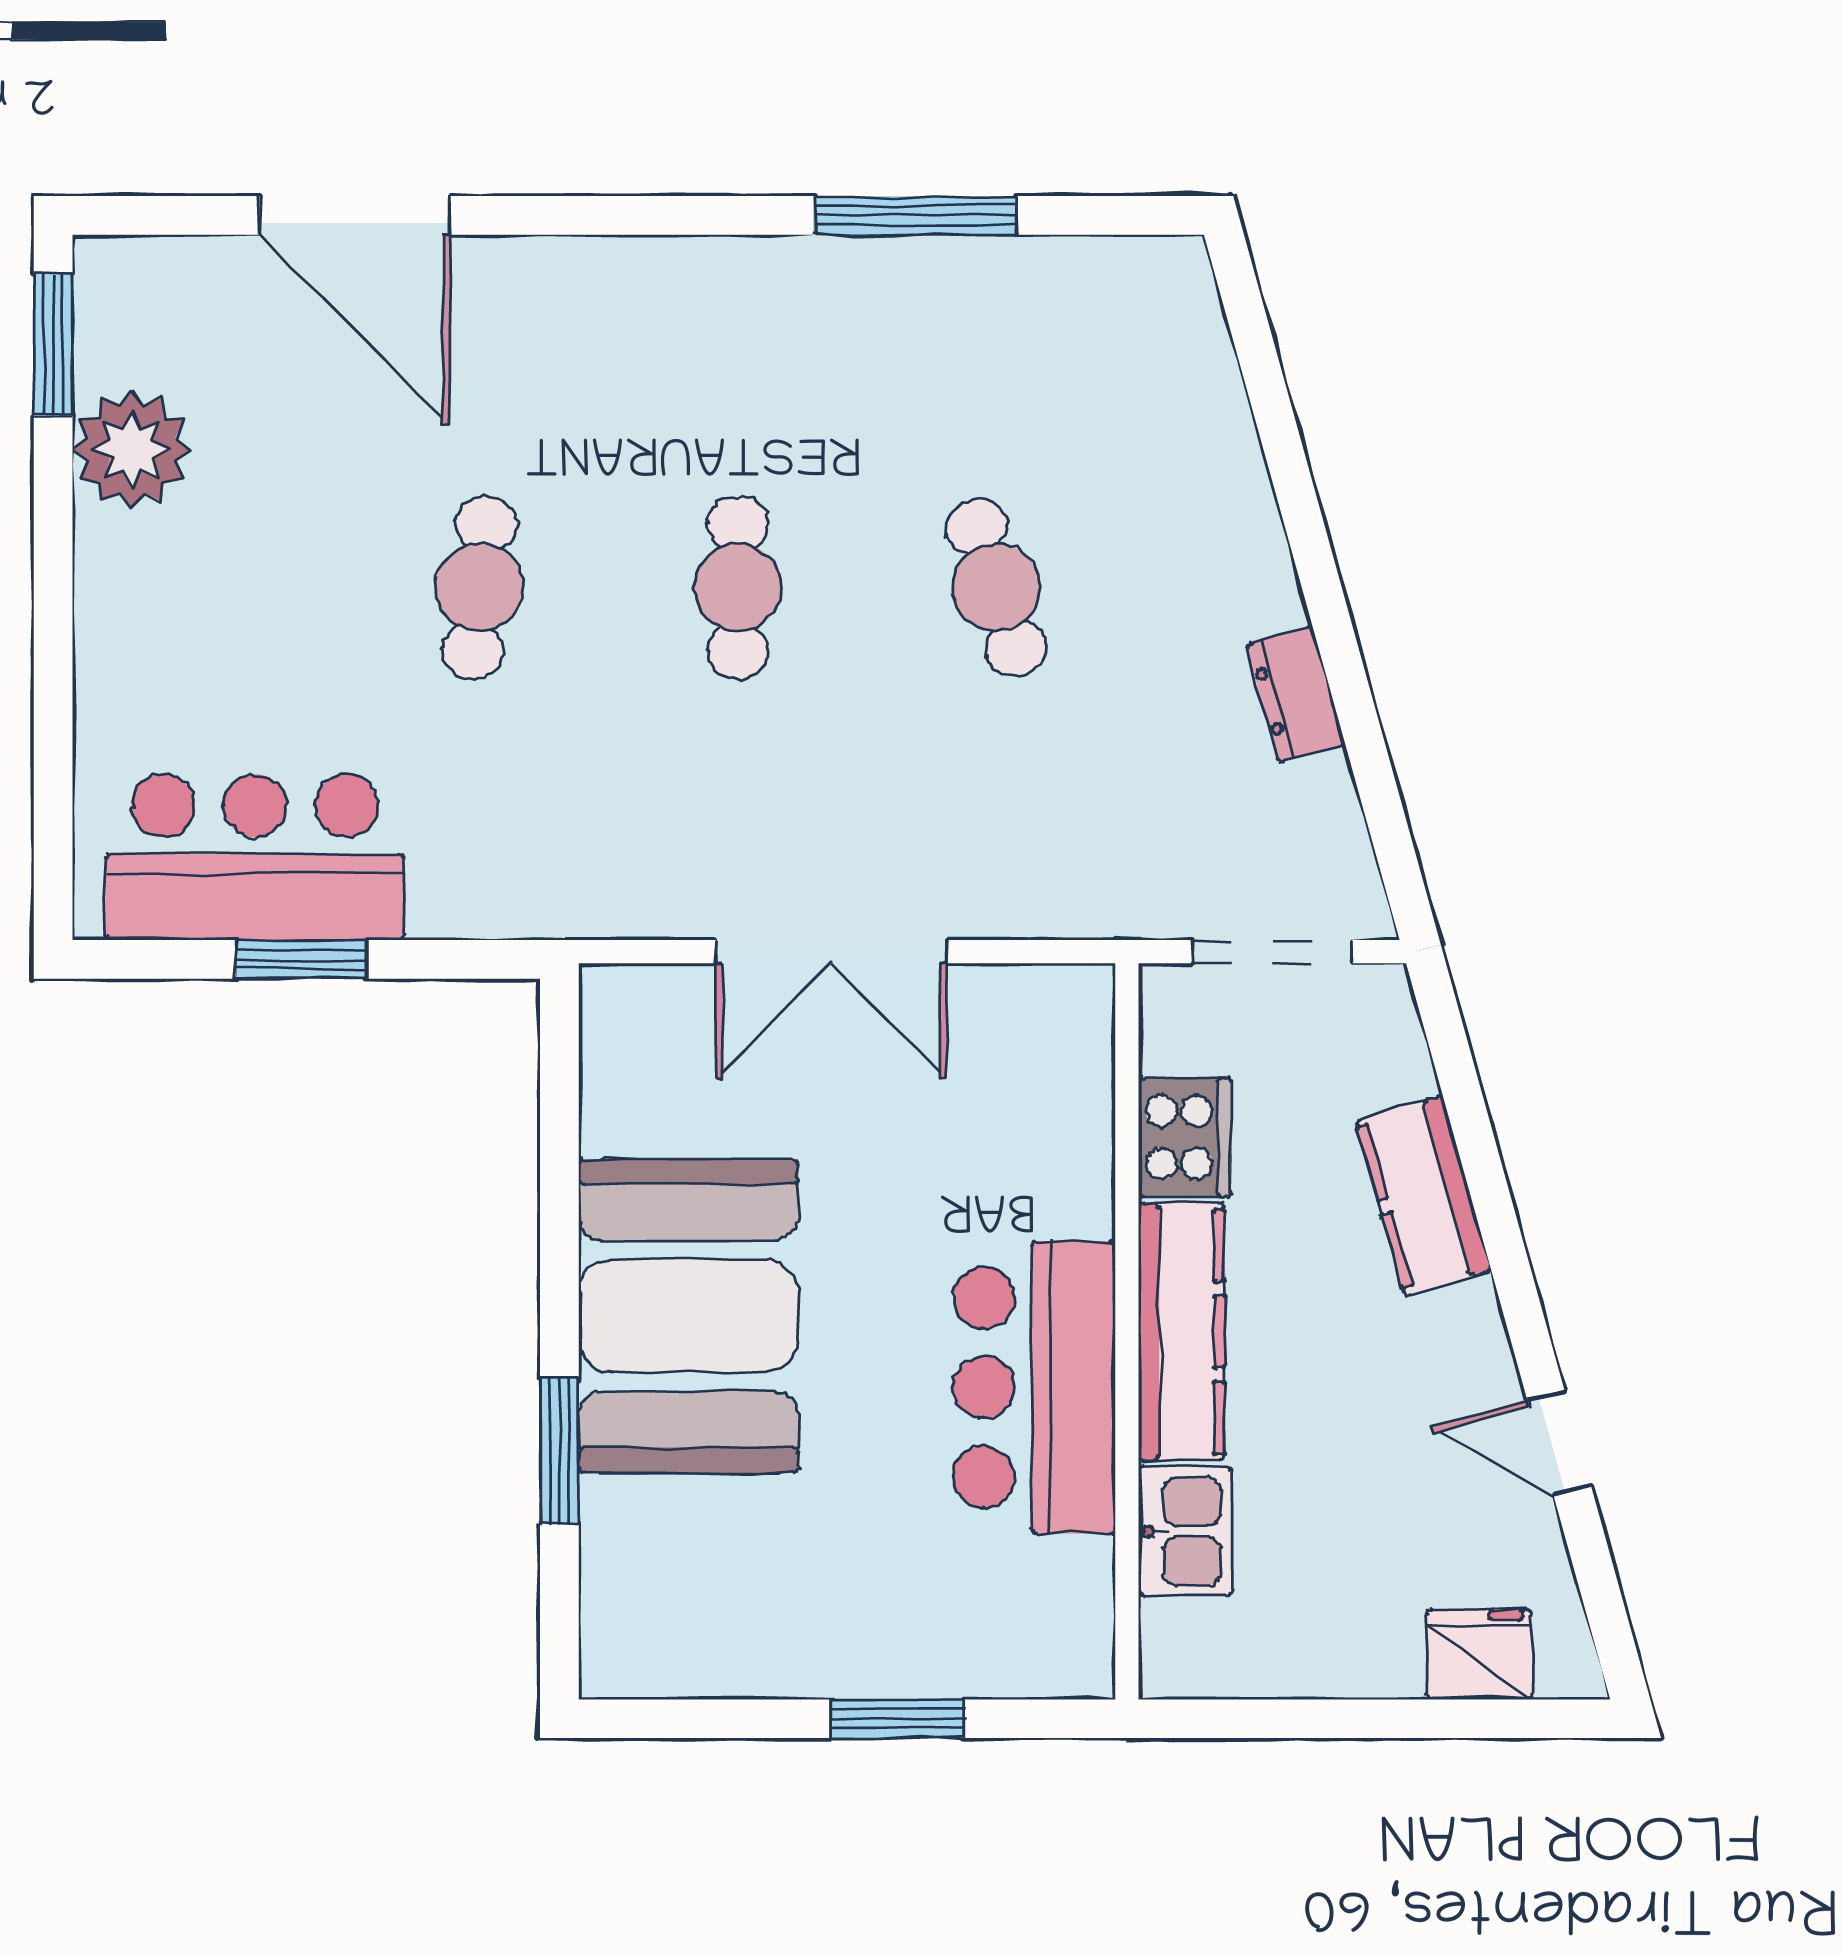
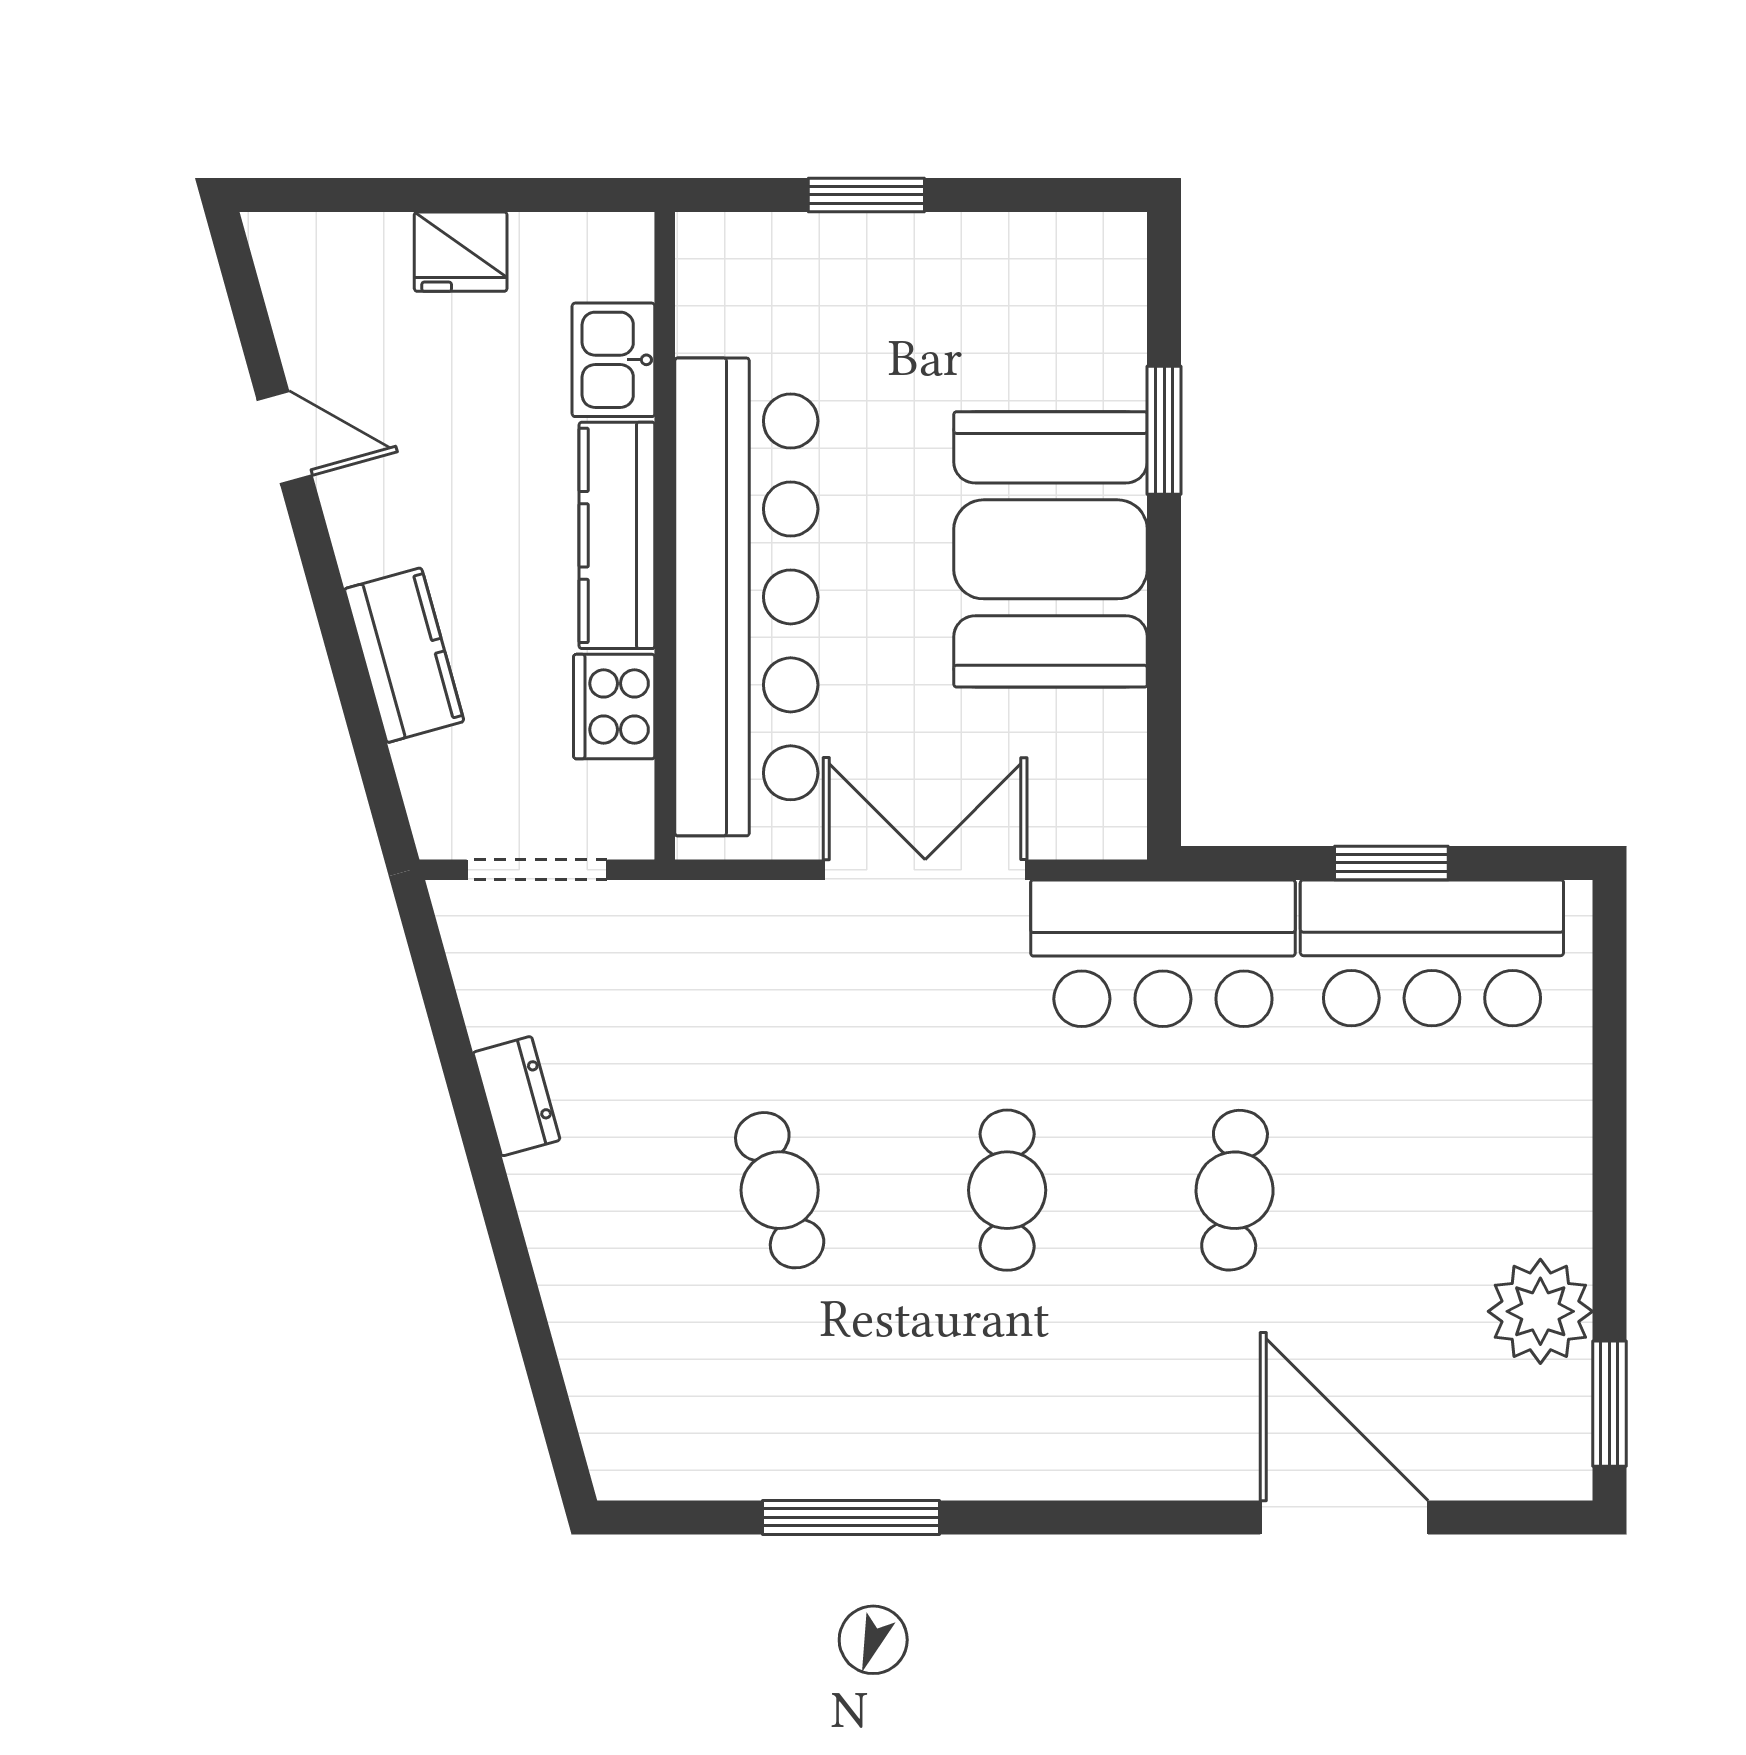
bar counter: (561, 857) -> (1163, 953), added
bar counter: (1034, 1387) -> (746, 597), width x1.86
fridge: (1479, 1654) -> (461, 252), moved

